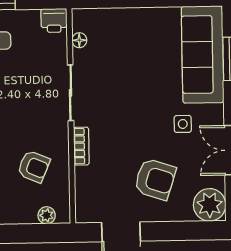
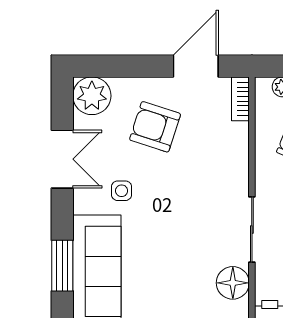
floor lamp: (79, 40) -> (233, 283), width x1.89, depth x1.89
bookcase: (81, 146) -> (240, 99), moved

